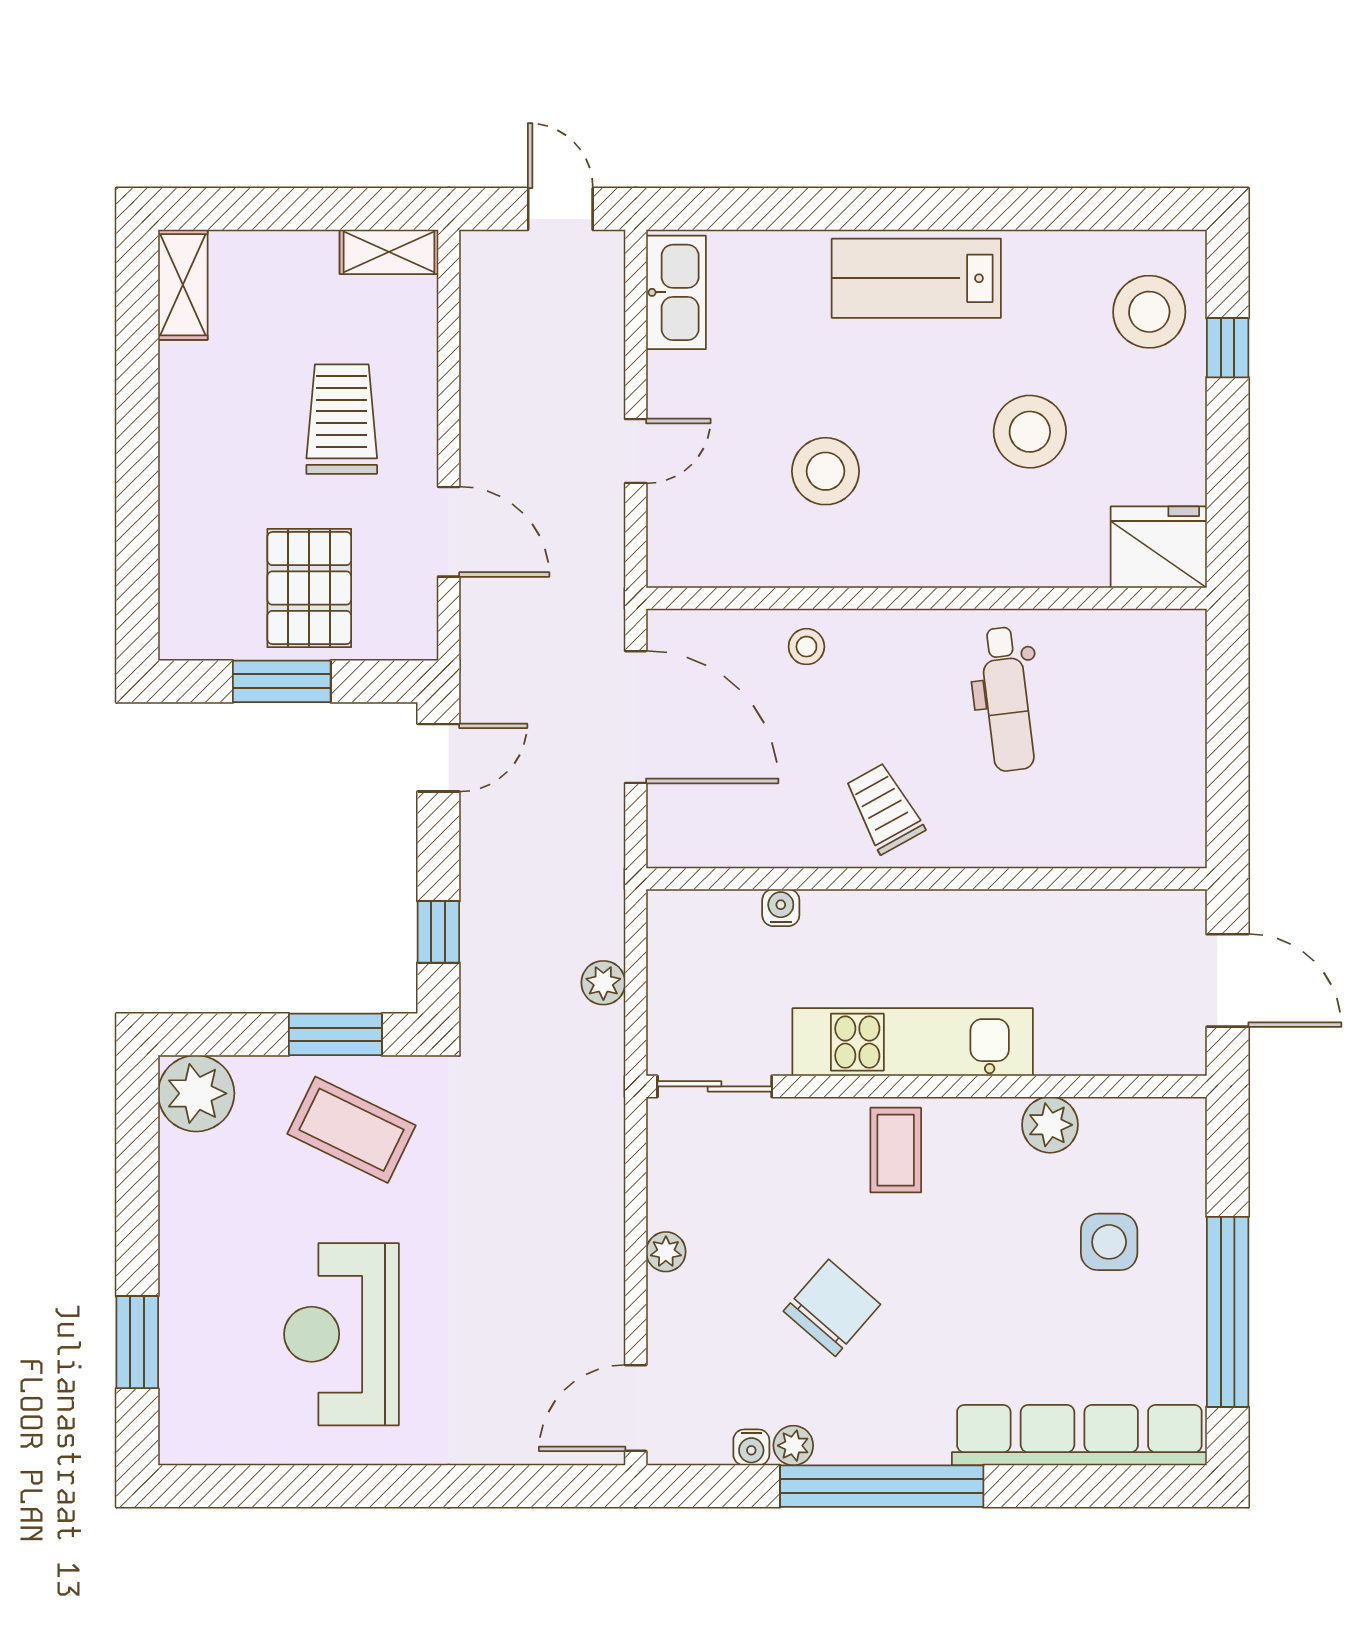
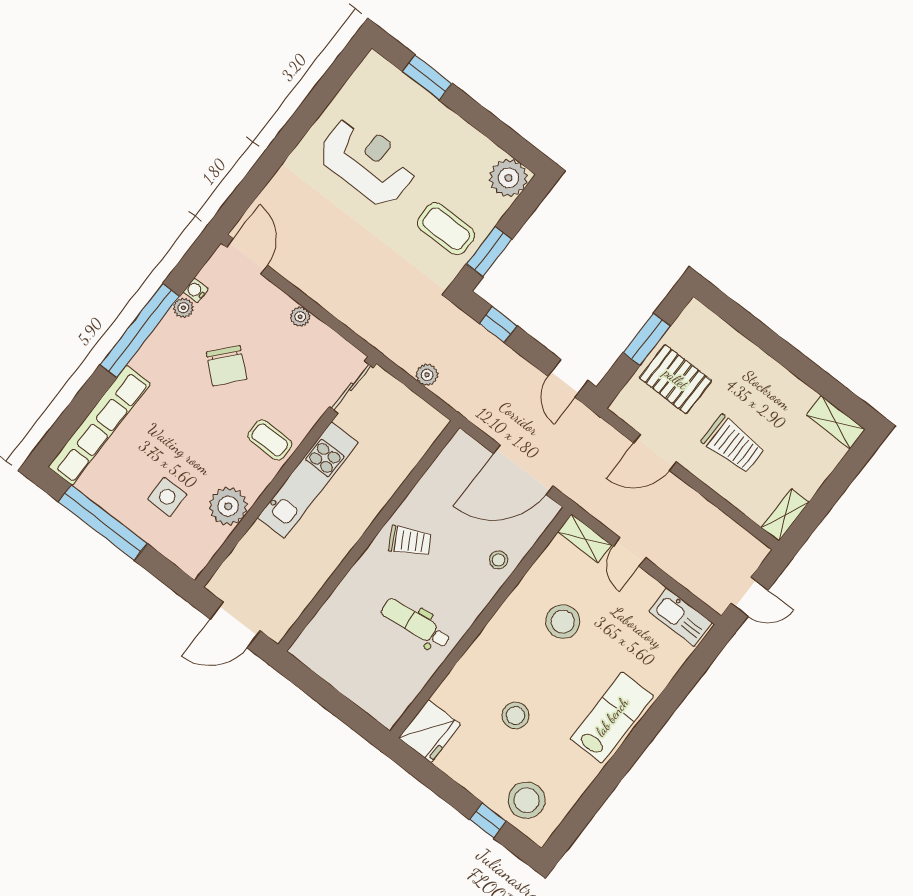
stool: (1030, 432) -> (515, 715), width x0.73, depth x0.73
shelving: (669, 537) -> (585, 538), added
water cooler: (781, 908) -> (402, 469), removed
plant: (1050, 1125) -> (228, 506), width x1.36, depth x1.36
coffee table: (352, 1130) -> (446, 229), turned 64

